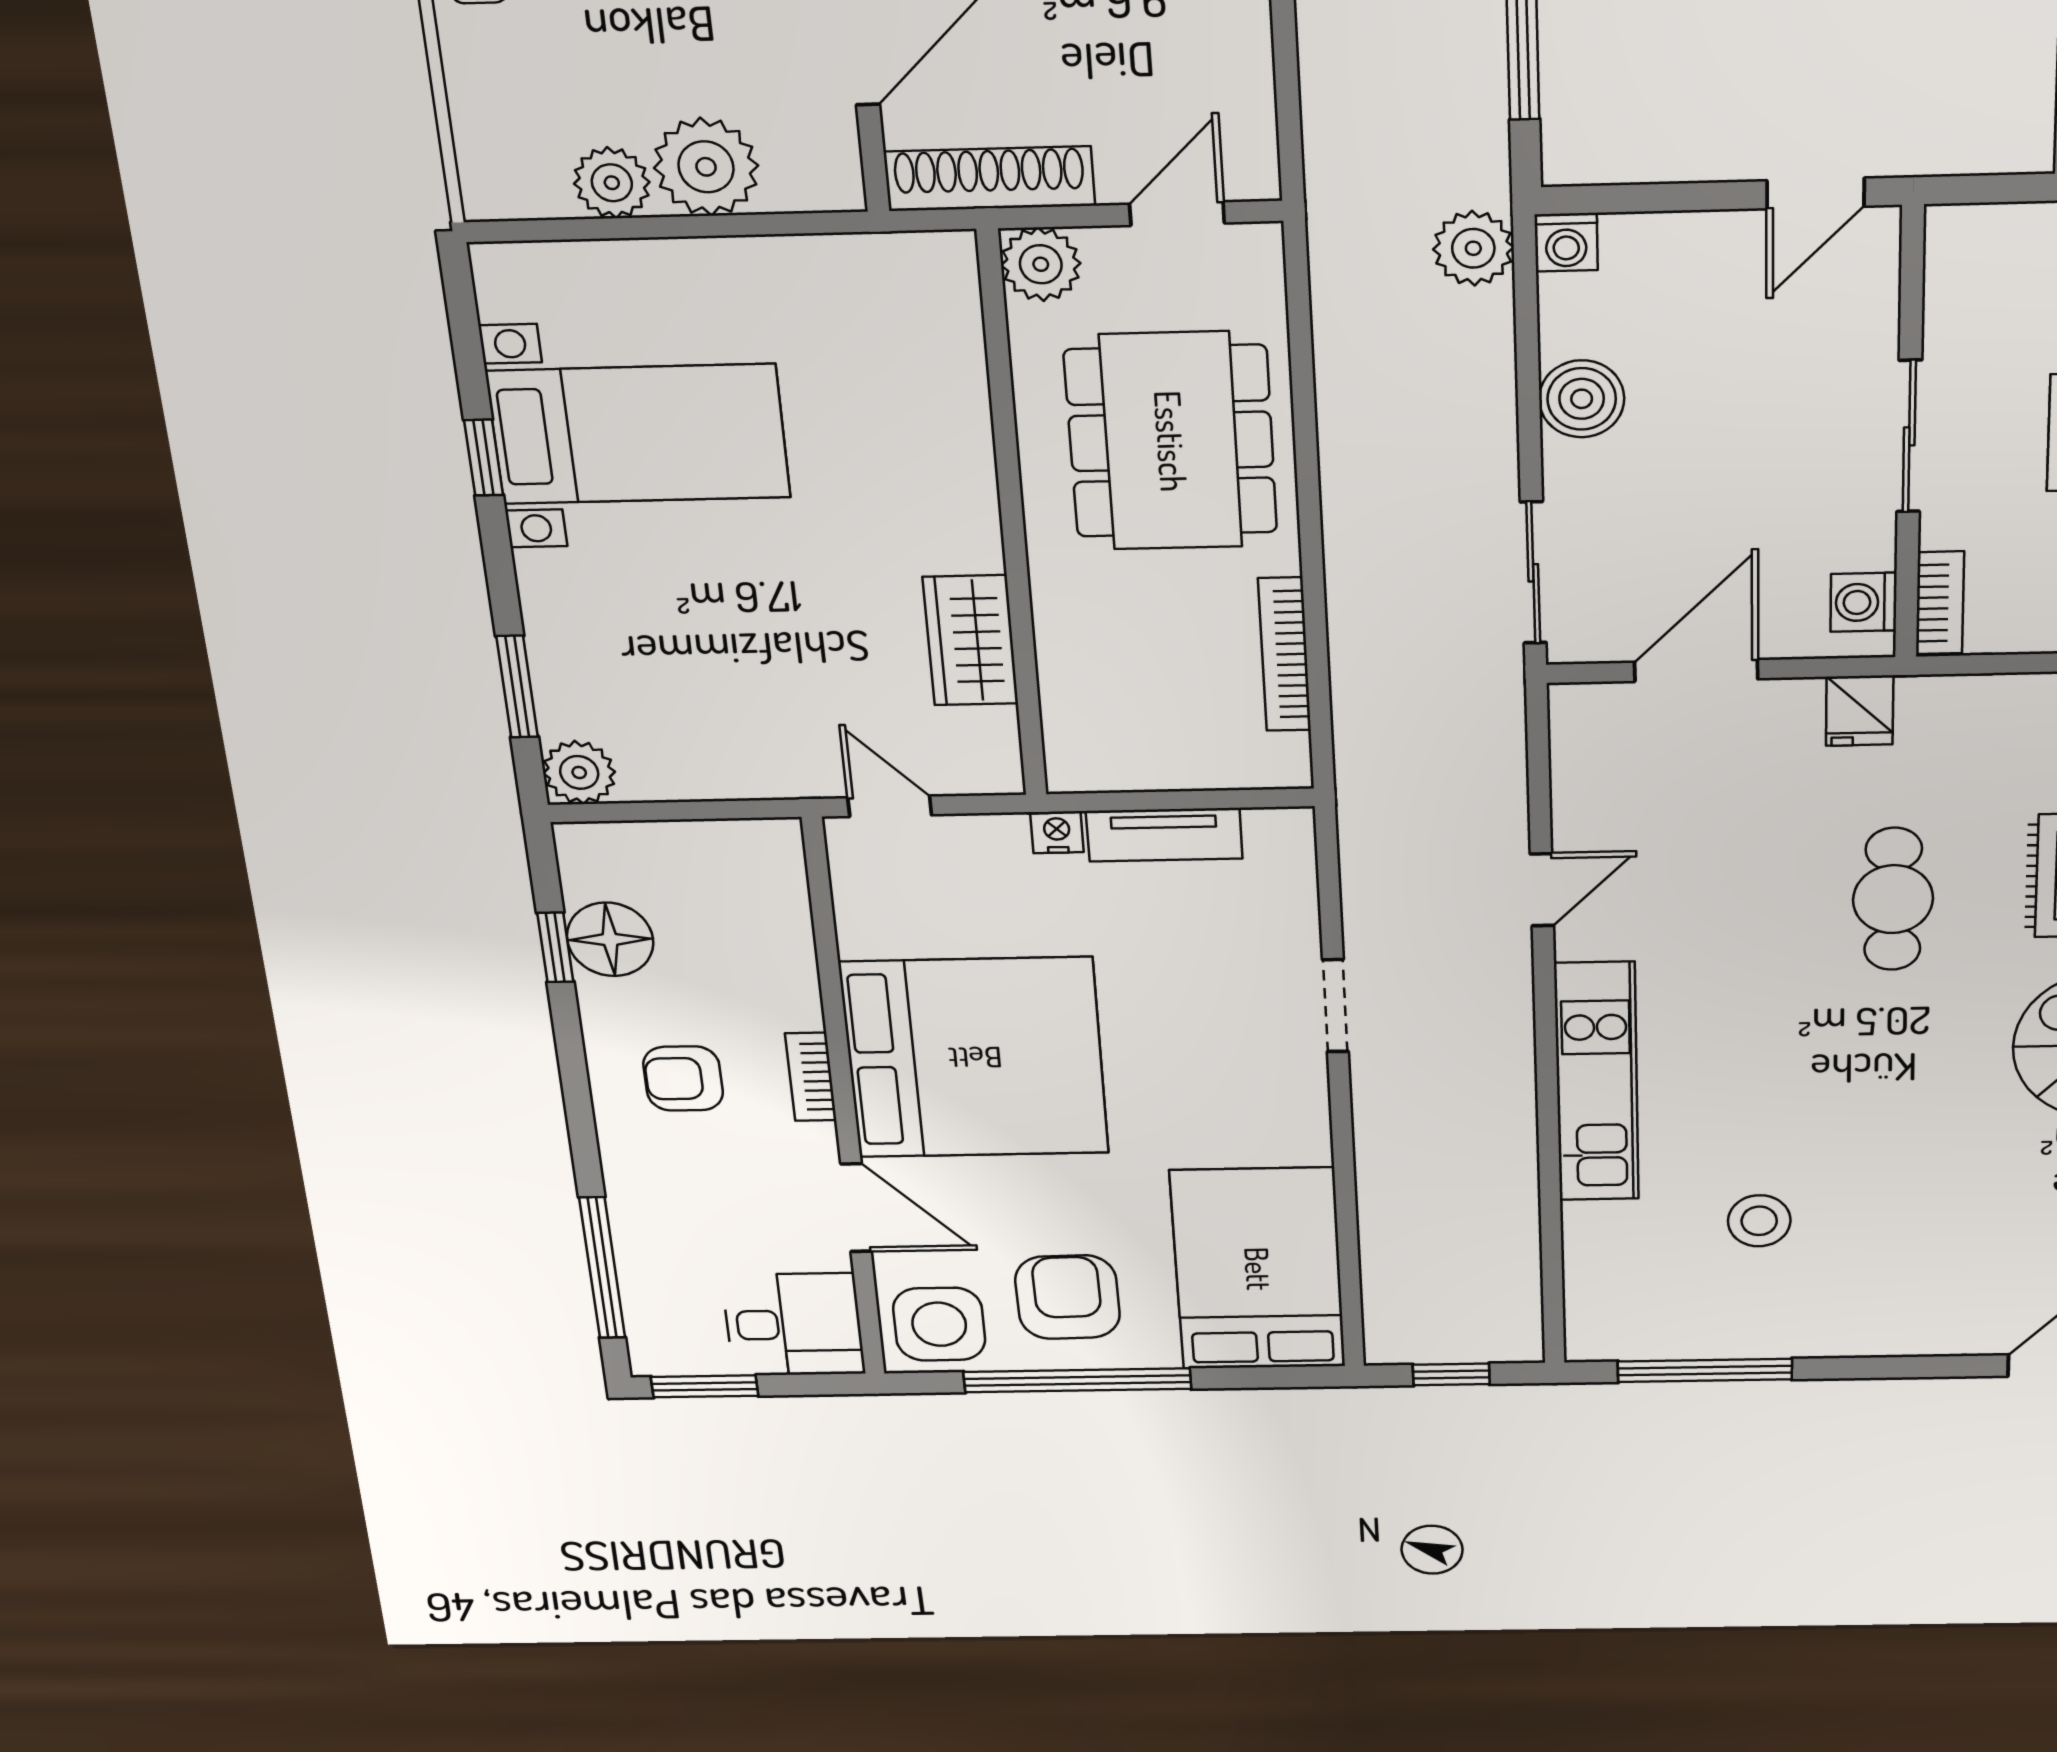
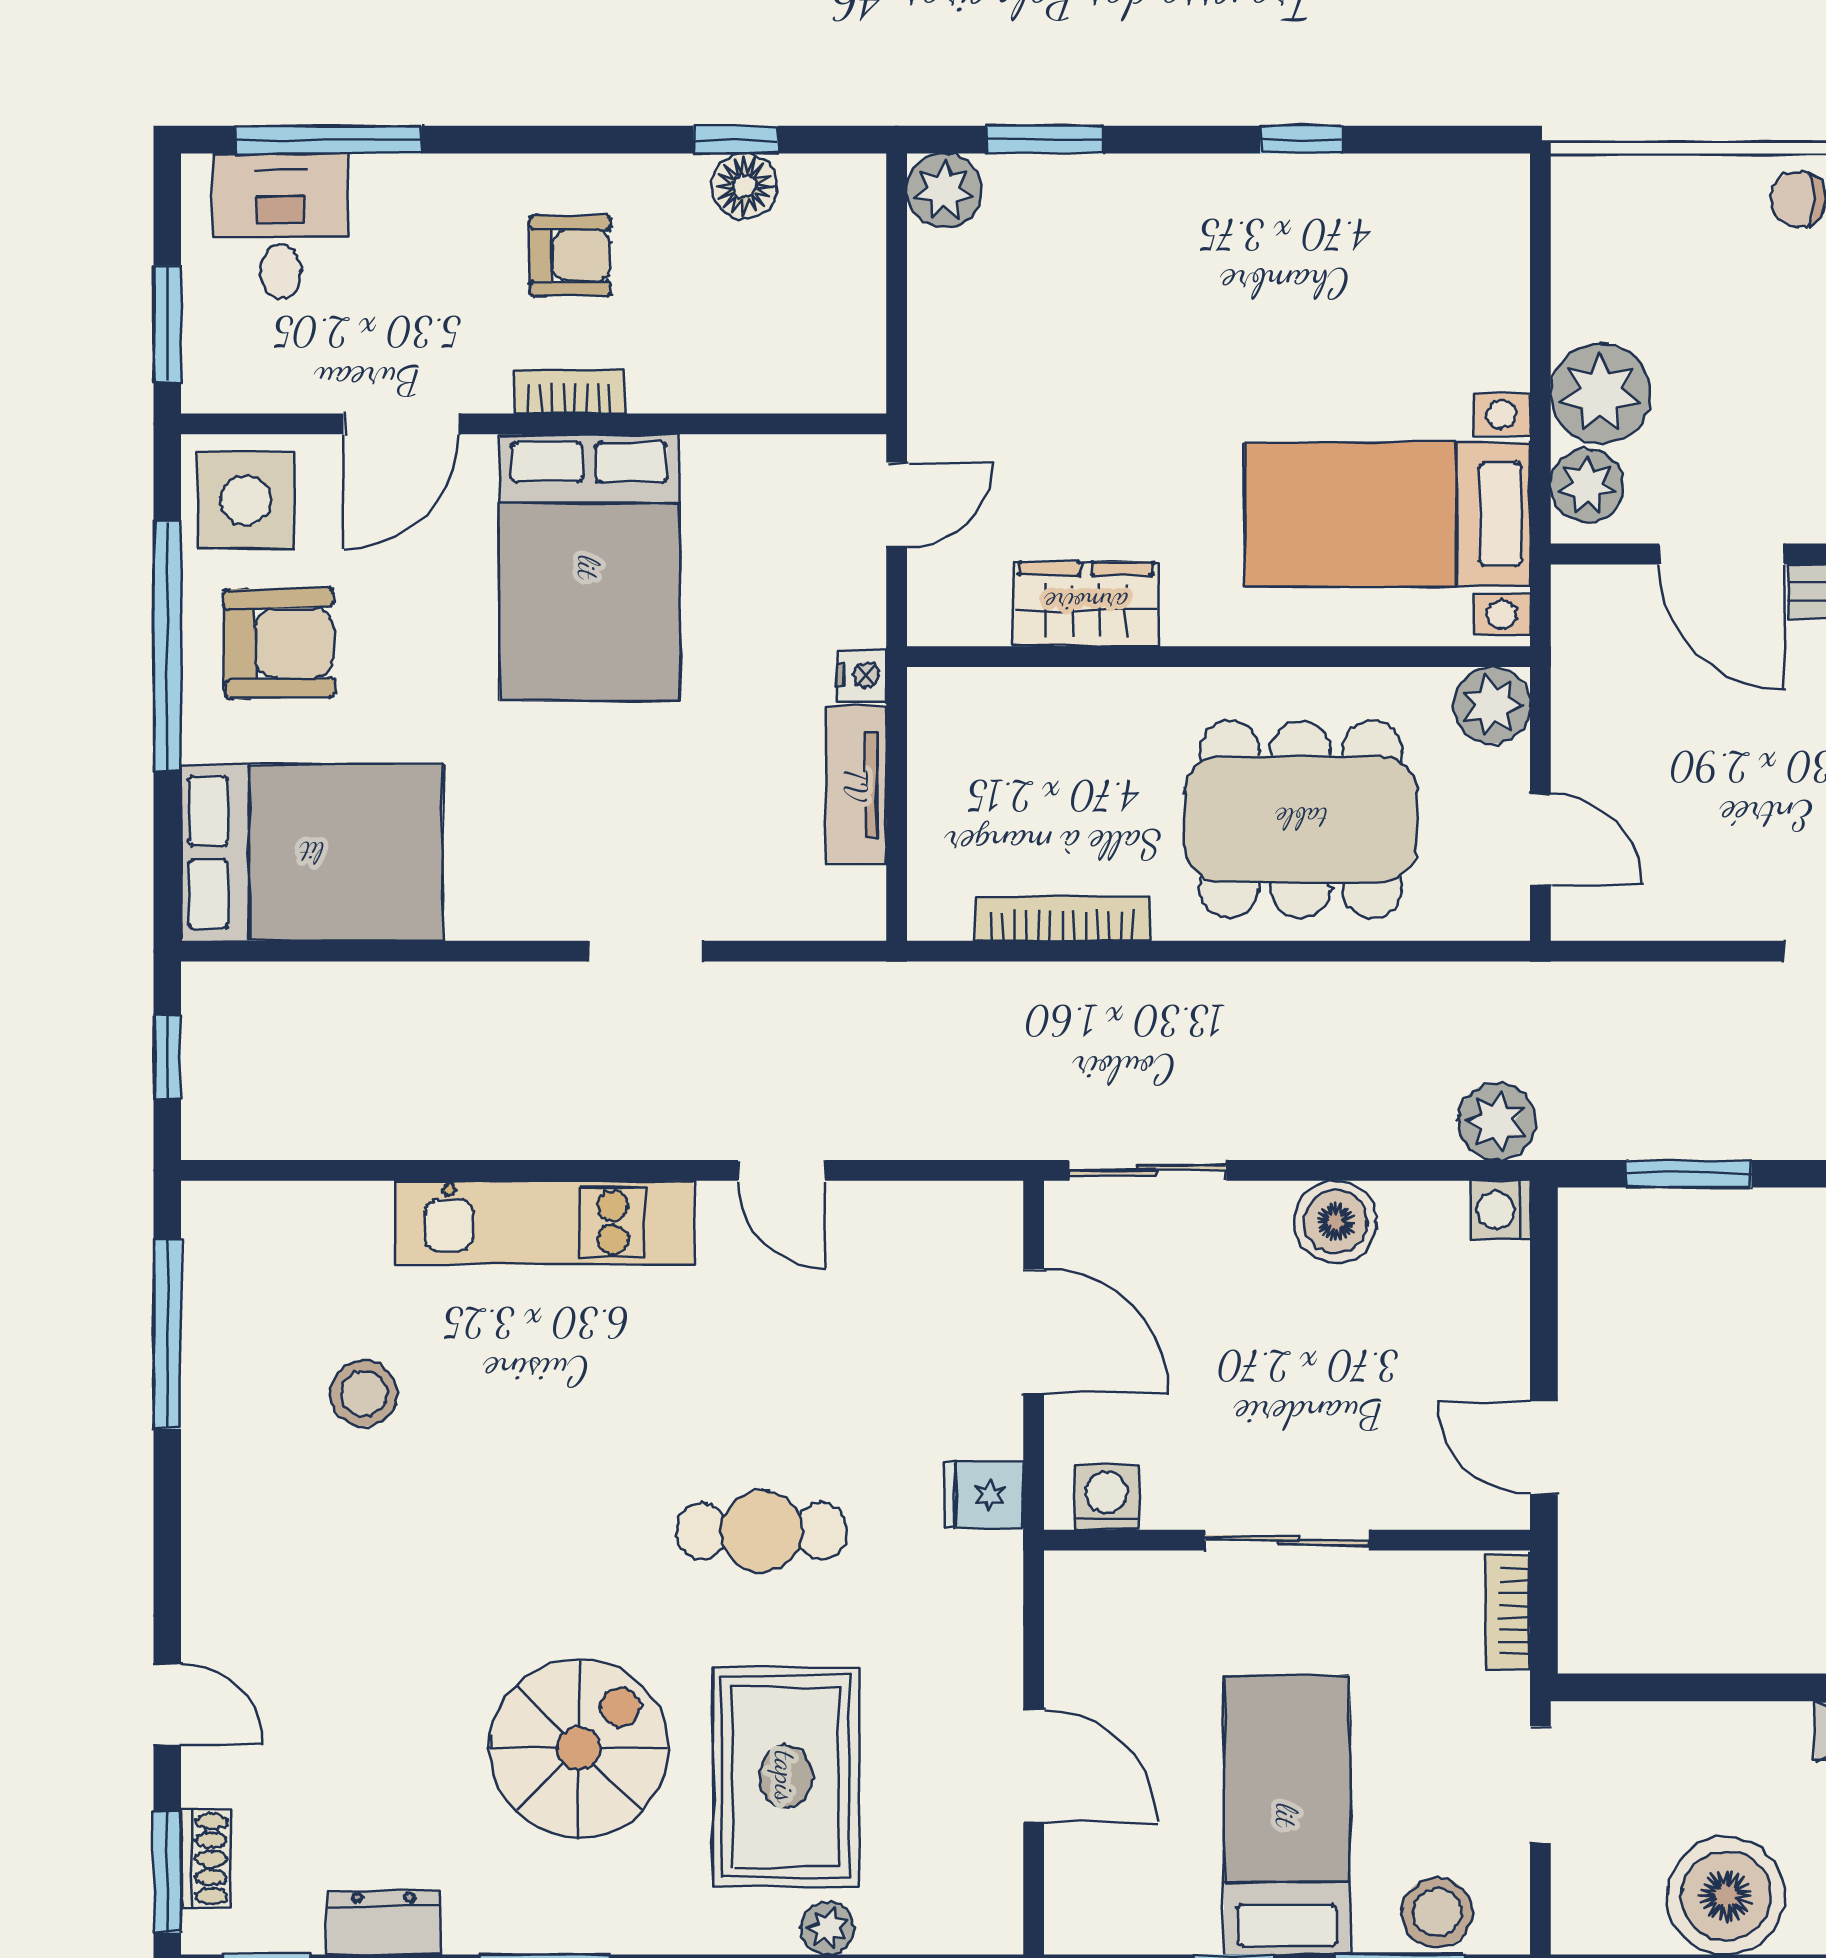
shoe rack: (989, 179) -> (1581, 663), removed
plant: (612, 183) -> (1587, 485), moved
bed with nightstands: (639, 434) -> (1387, 514), moved, turned 90
bookcase: (1940, 603) -> (1507, 1612), moved, turned 90
floor lamp: (610, 939) -> (744, 186), width x0.73, depth x0.73
bed: (975, 1058) -> (589, 567), width x0.73
armchair: (683, 1079) -> (570, 255), turned 90
desk: (794, 1325) -> (280, 226), moved, turned 180
window: (705, 1386) -> (167, 324), moved

